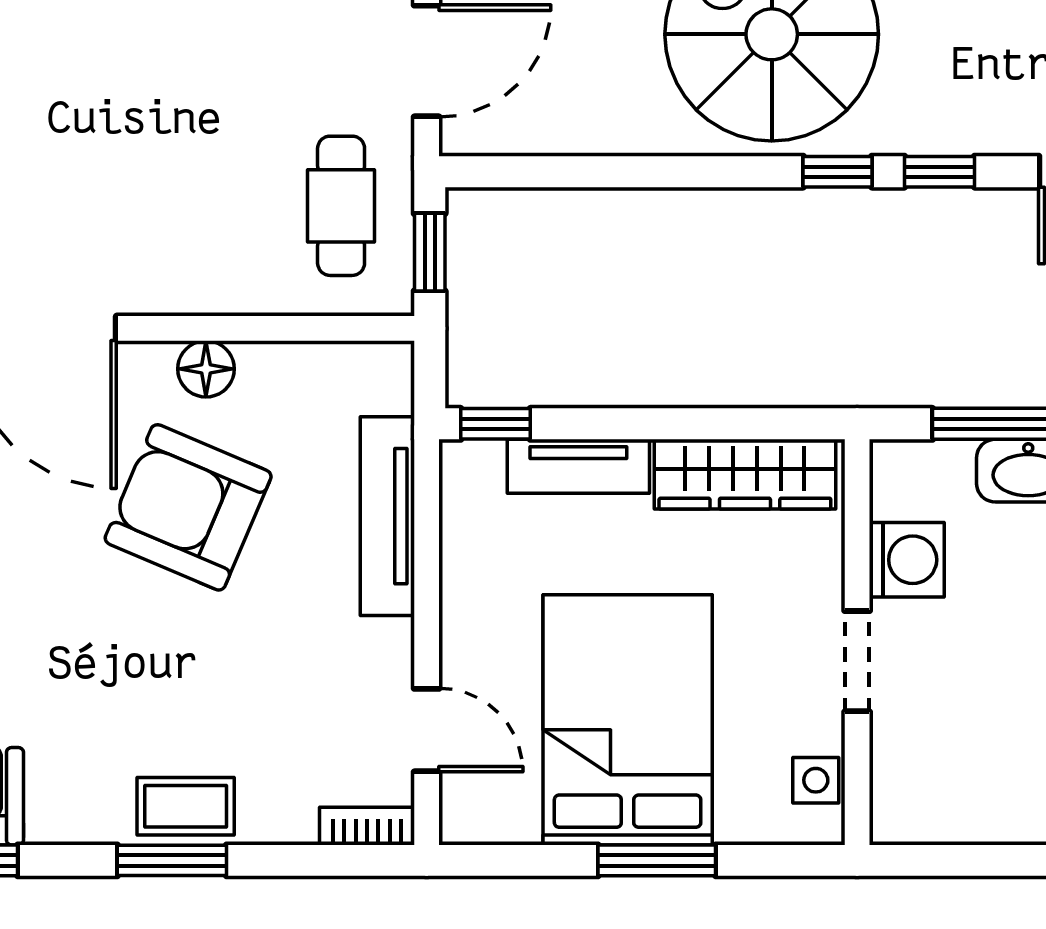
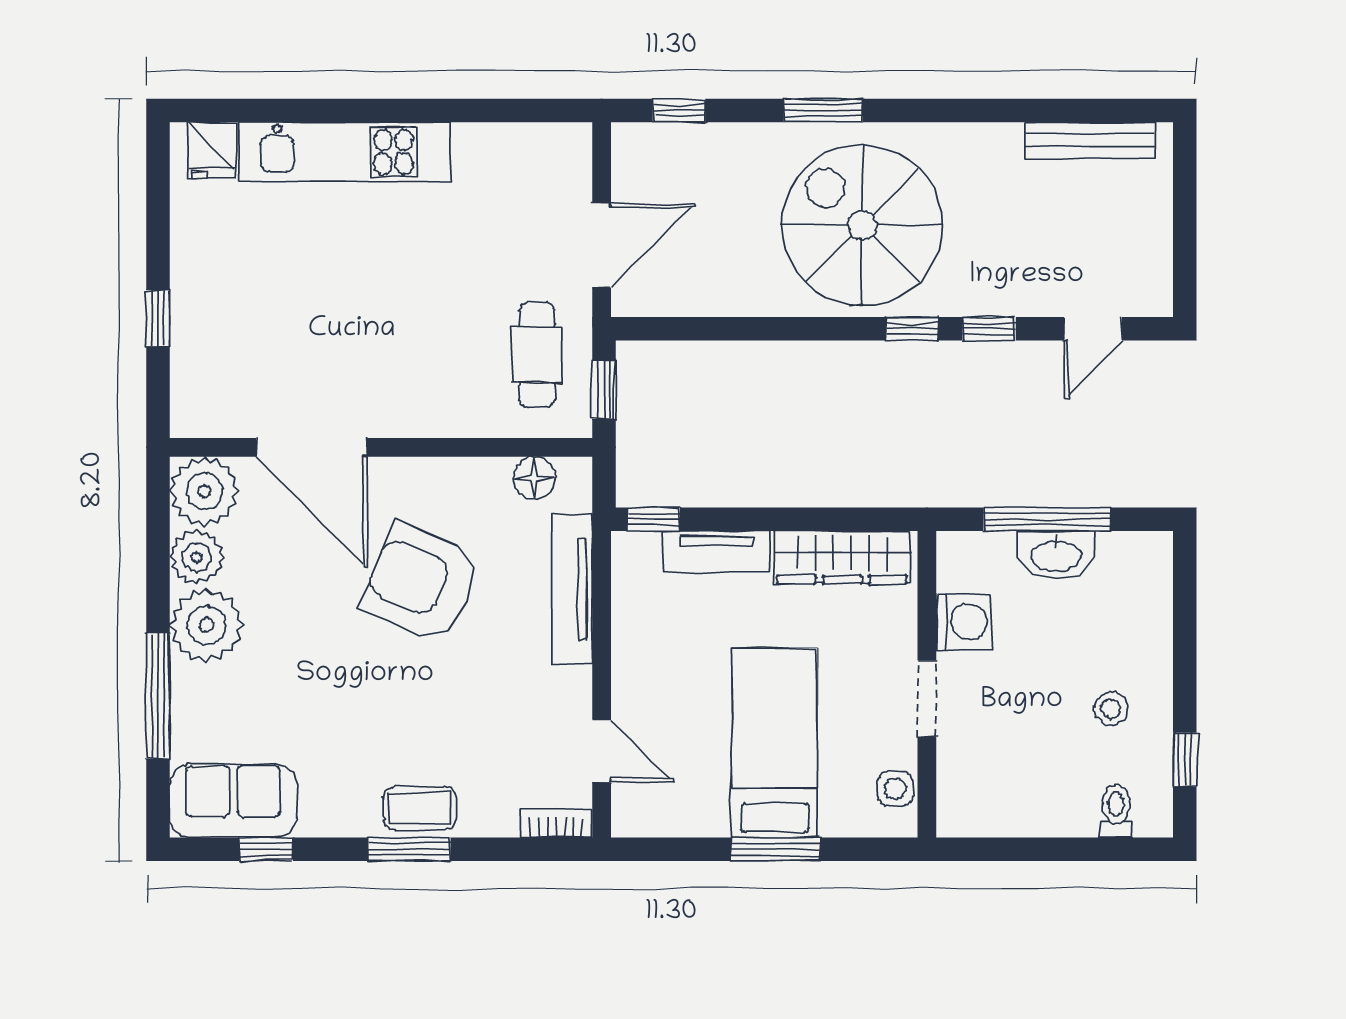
floor lamp: (206, 369) -> (534, 478), moved
bed: (628, 720) -> (775, 743), width x0.67

